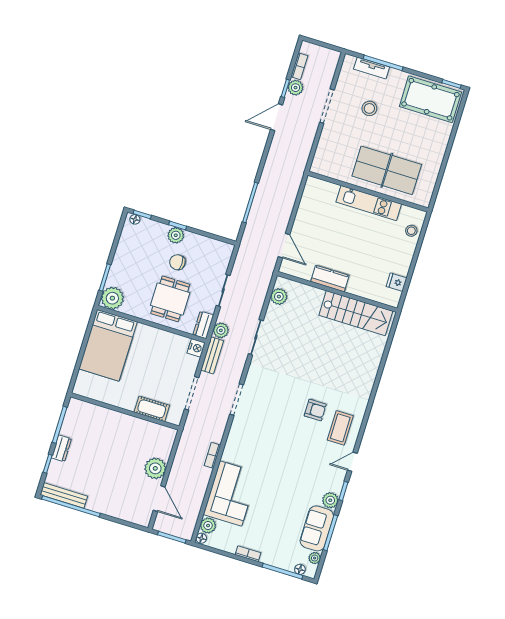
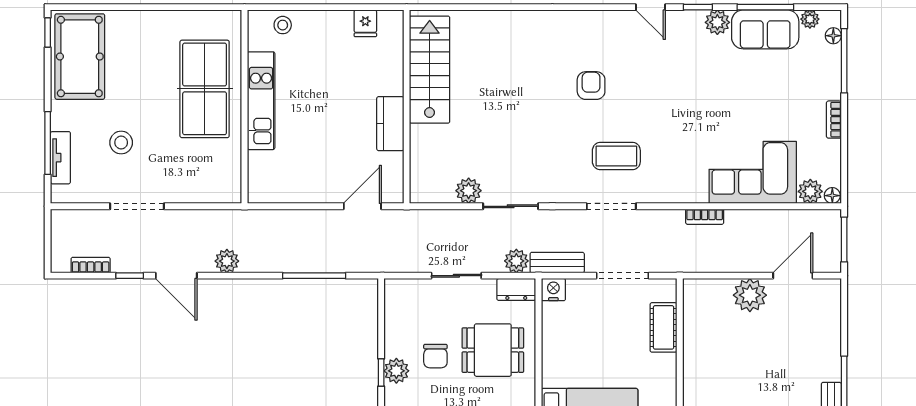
plant: (296, 88) -> (227, 261), moved
plant: (279, 297) -> (469, 191), moved
coffee table: (340, 428) -> (616, 156), moved

